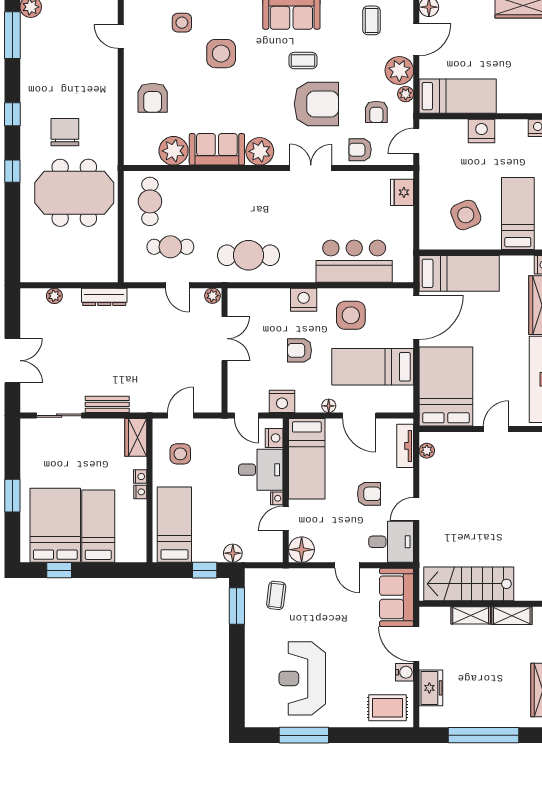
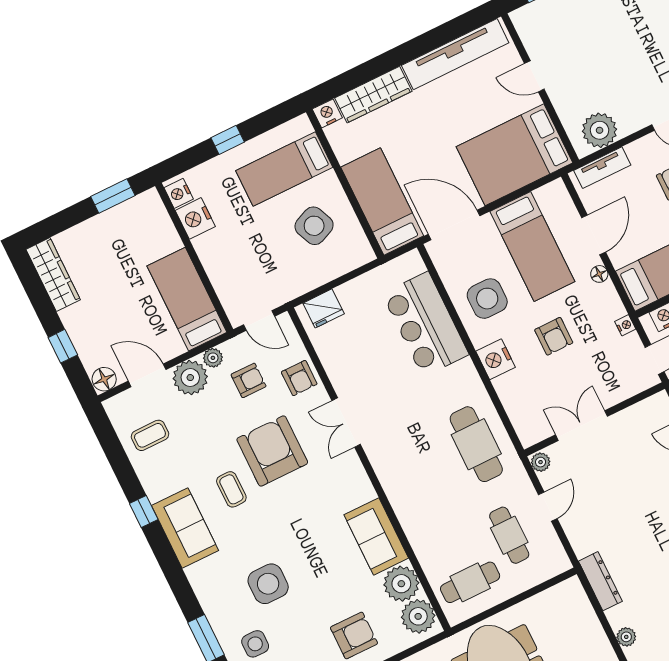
nightstand: (481, 131) -> (195, 218), moved
plant: (260, 151) -> (418, 616), moved
nightstand: (282, 401) -> (625, 325), width x0.53, depth x0.56
plant: (427, 451) -> (600, 130), width x1.88, depth x1.88

